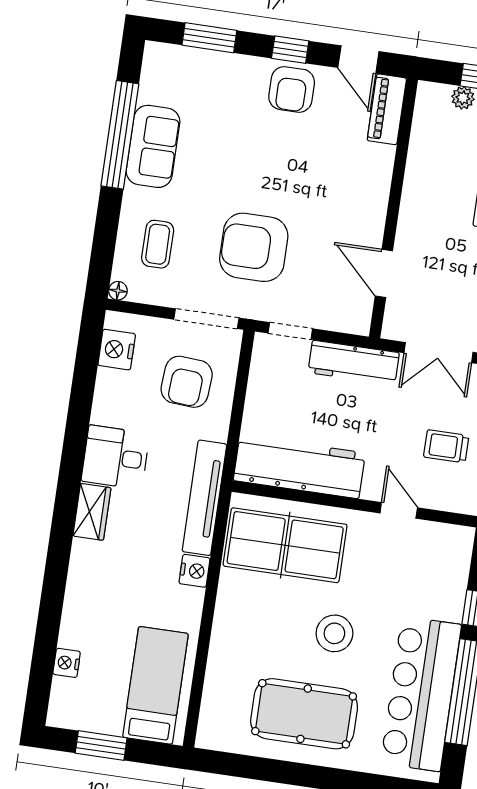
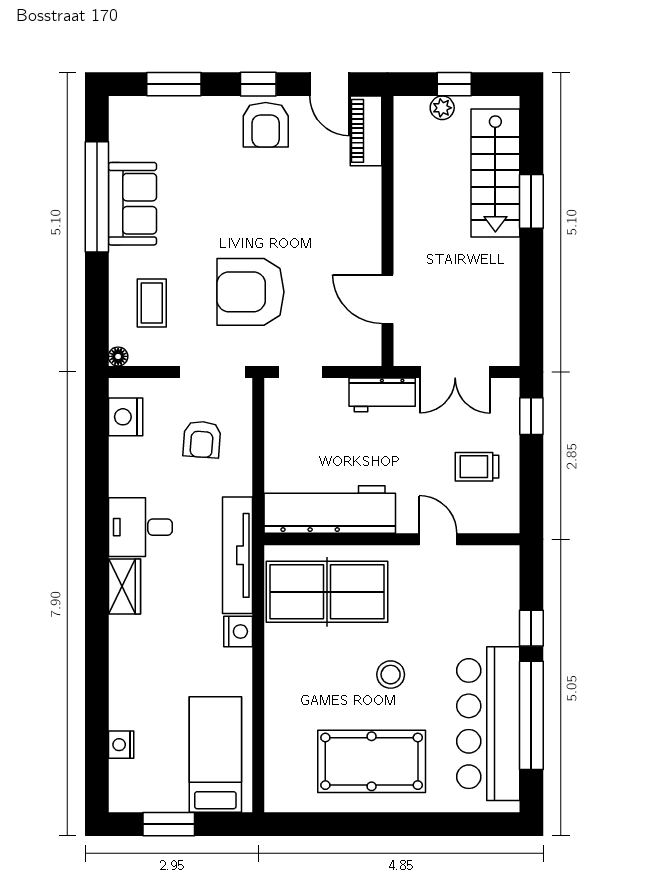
workbench: (354, 363) -> (382, 395), width x0.73
armchair: (187, 382) -> (202, 439), width x0.72, depth x0.72
stool: (334, 633) -> (391, 675), width x0.73, depth x0.73

